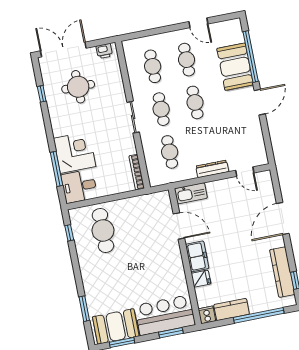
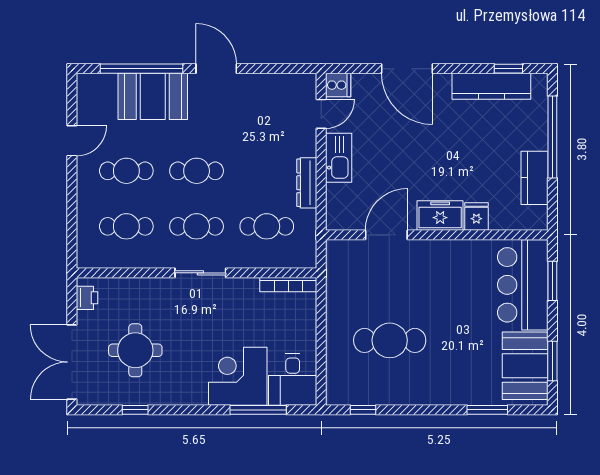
dresser: (212, 169) -> (307, 183), moved
kitchen sink: (191, 193) -> (339, 158), moved
cafe table: (103, 230) -> (390, 340), moved
cooker: (207, 315) -> (338, 85), moved, turned 180

